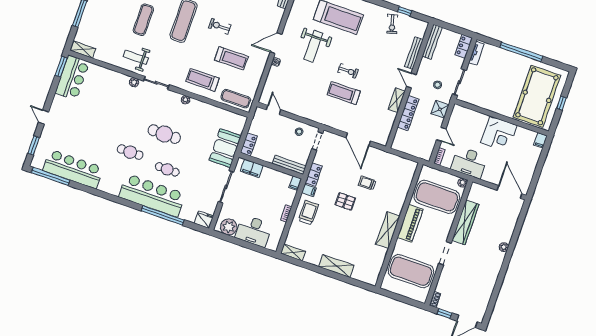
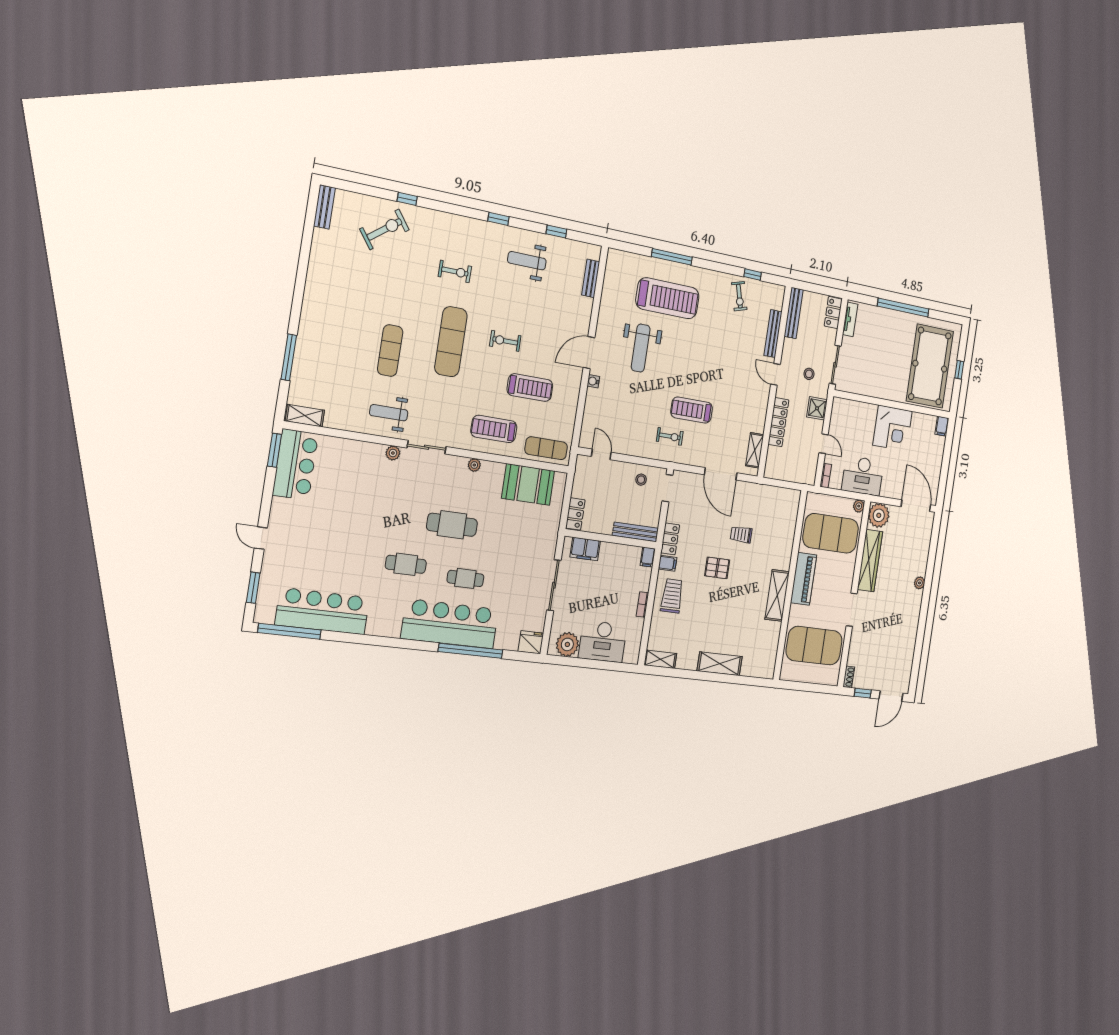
exercise bike: (348, 71) -> (670, 436), moved
shelving: (397, 100) -> (755, 450), moved
booth: (225, 148) -> (528, 485), moved, turned 90
plant: (478, 192) -> (879, 515), added

